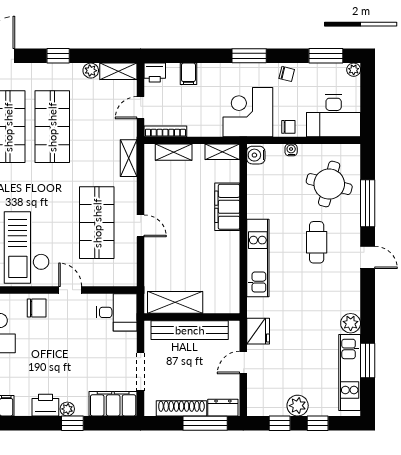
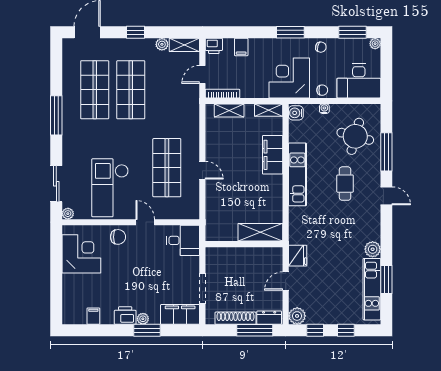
shelving: (129, 158) -> (193, 115), removed
kitchen unit: (258, 258) -> (297, 174), moved
shelving: (175, 302) -> (260, 232), moved
bench: (190, 330) -> (242, 255), removed
plant: (298, 406) -> (297, 316), moved
window: (72, 423) -> (147, 330), width x1.50

